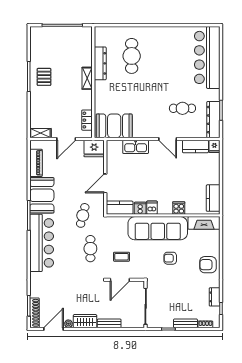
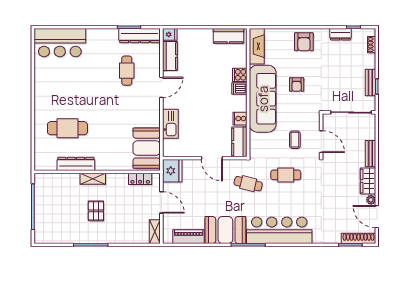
bar counter: (207, 57) -> (60, 43), width x0.73
pallet: (44, 77) -> (96, 211), moved, turned 90
dishwasher: (152, 208) -> (239, 88), moved
bench: (185, 323) -> (370, 83), moved

